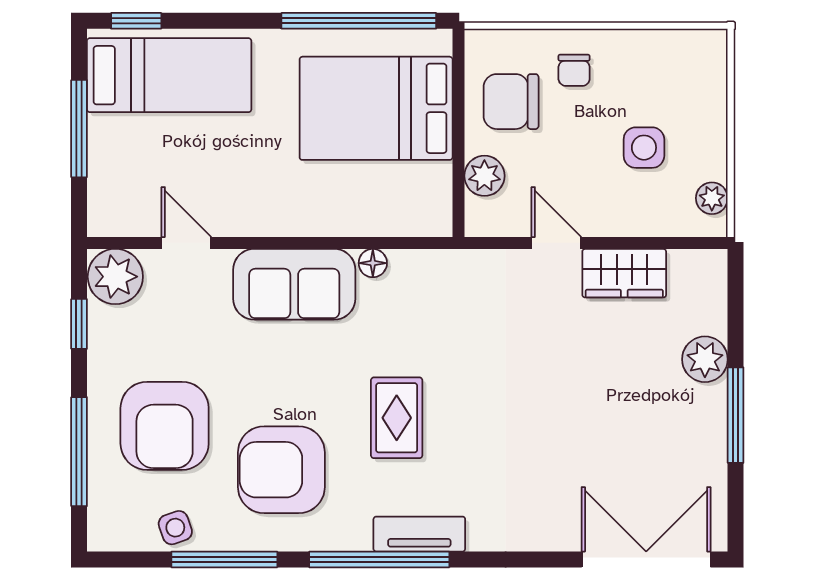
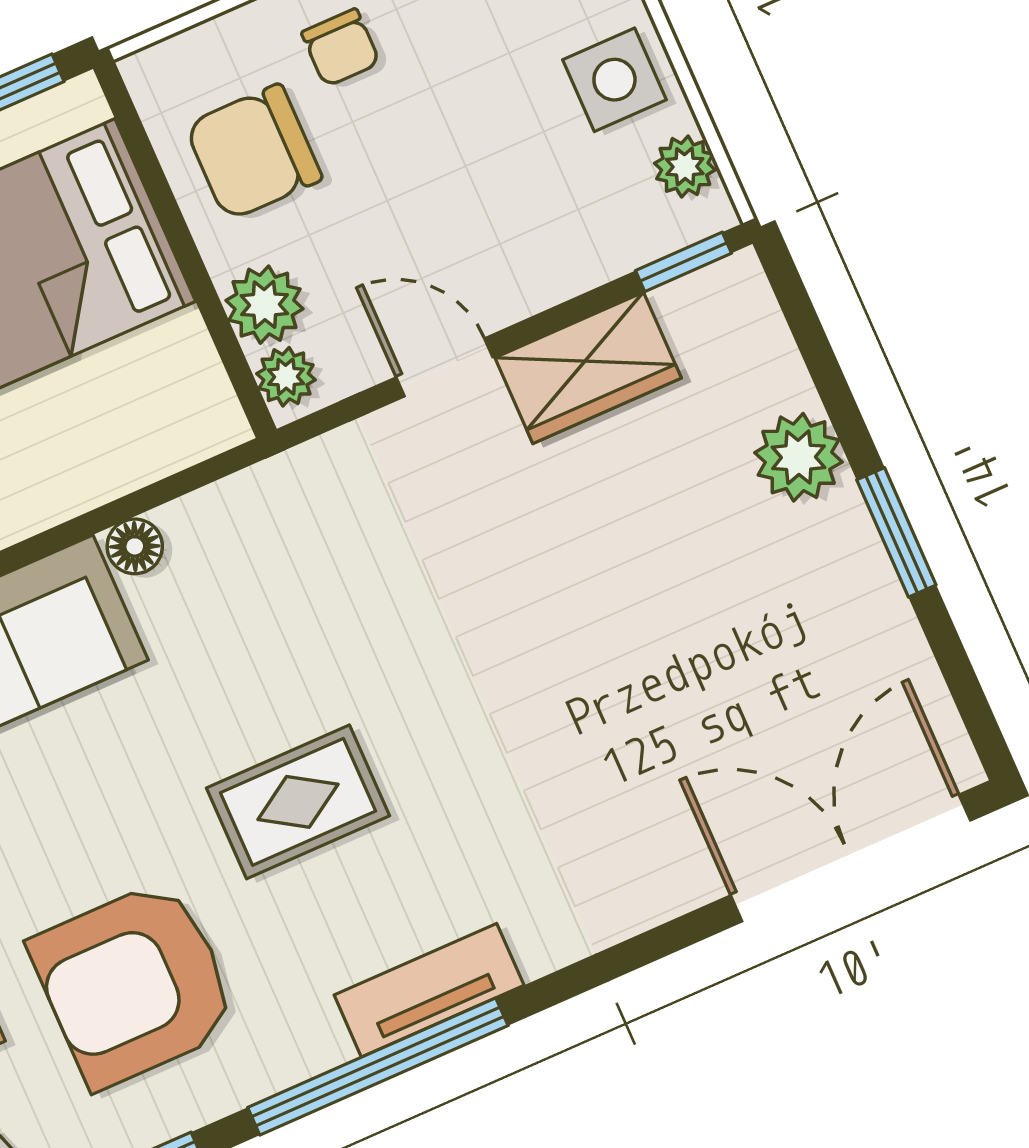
side table: (644, 148) -> (614, 80), moved
plant: (480, 214) -> (286, 377), added
window: (691, 243) -> (684, 262), added
window: (736, 415) -> (896, 532), width x0.69
rug: (397, 418) -> (298, 802), turned 90

